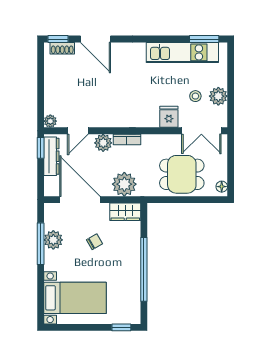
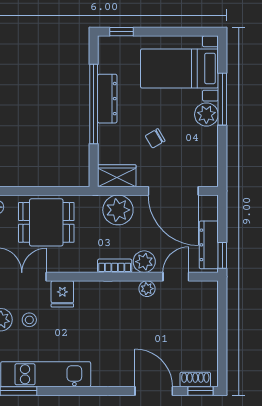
plant: (50, 121) -> (147, 289), moved
plant: (53, 240) -> (206, 115), moved
window: (41, 244) -> (222, 99), moved
dresser: (133, 274) -> (107, 99), added

